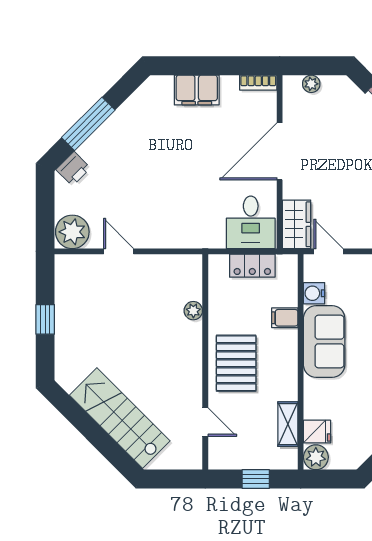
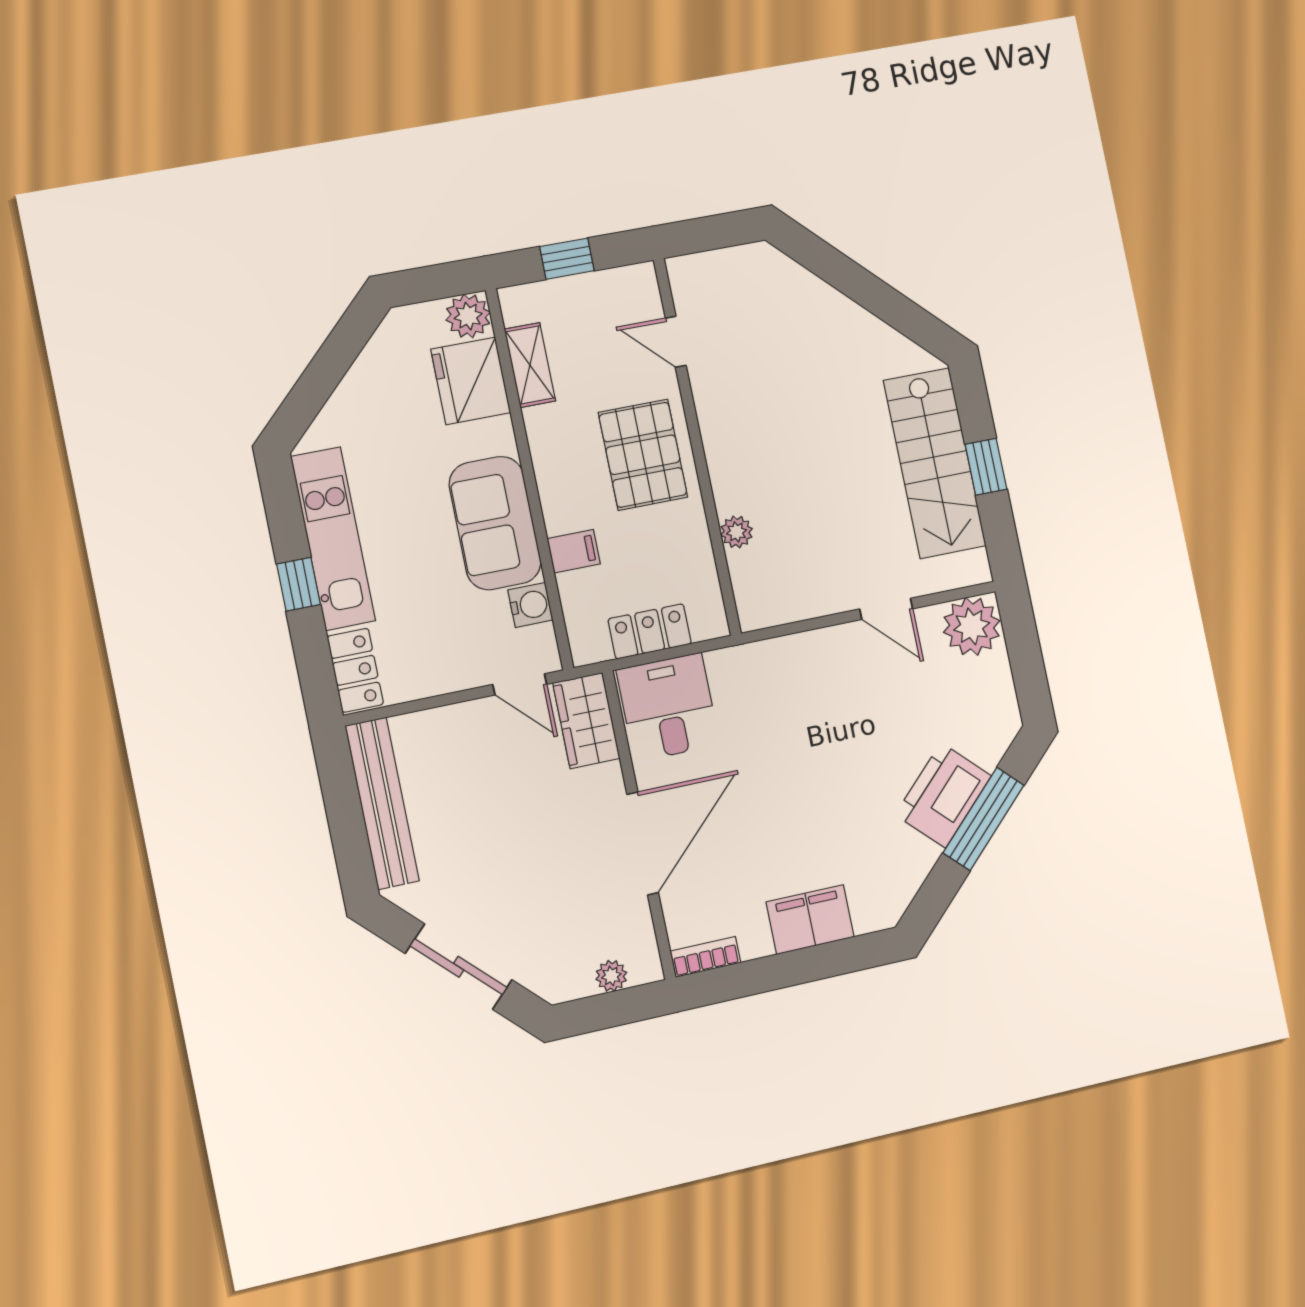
printer: (73, 169) -> (943, 795), moved, width x1.87, depth x1.48
stairs: (120, 418) -> (935, 463), moved, turned 45
fridge: (317, 432) -> (471, 381), width x1.88, depth x1.34

